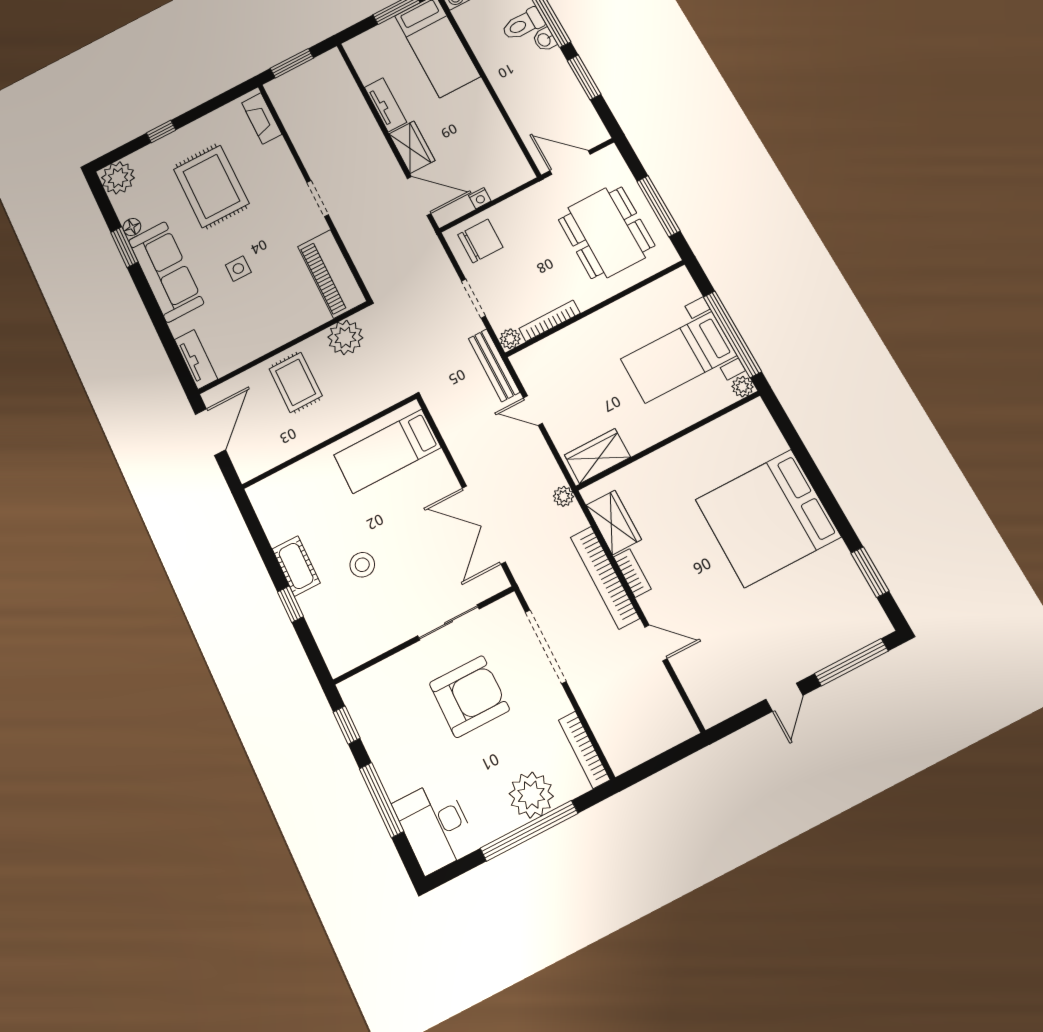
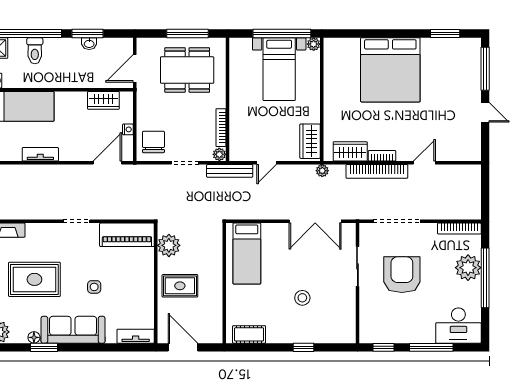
washbasin: (544, 40) -> (89, 44), moved
wardrobe: (412, 147) -> (103, 100), moved, turned 180
cot: (296, 566) -> (249, 334), moved

